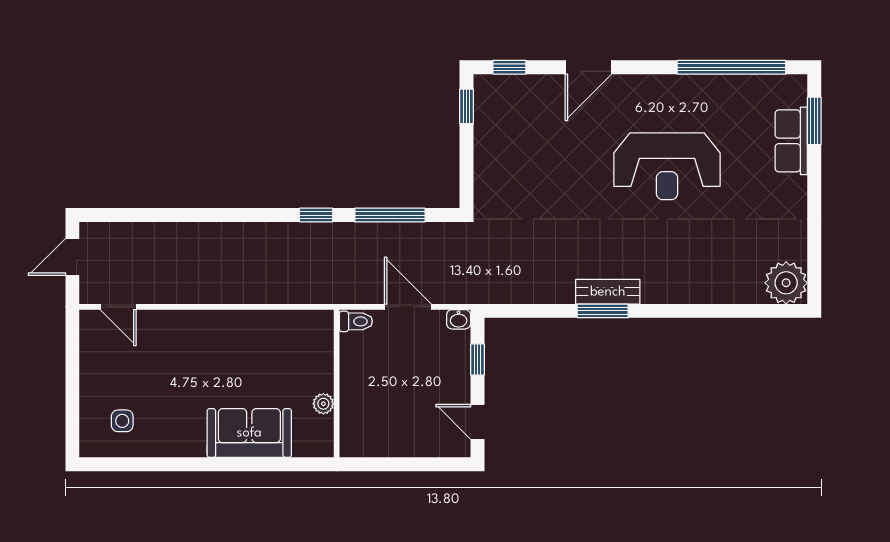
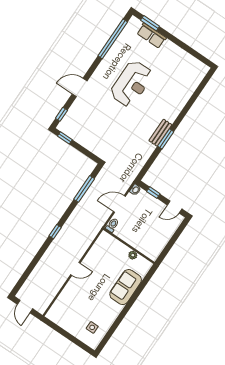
door: (588, 67) -> (80, 87), swing flipped
window: (316, 215) -> (55, 232), moved
plant: (786, 283) -> (199, 70), removed
door: (118, 307) -> (75, 269), moved

